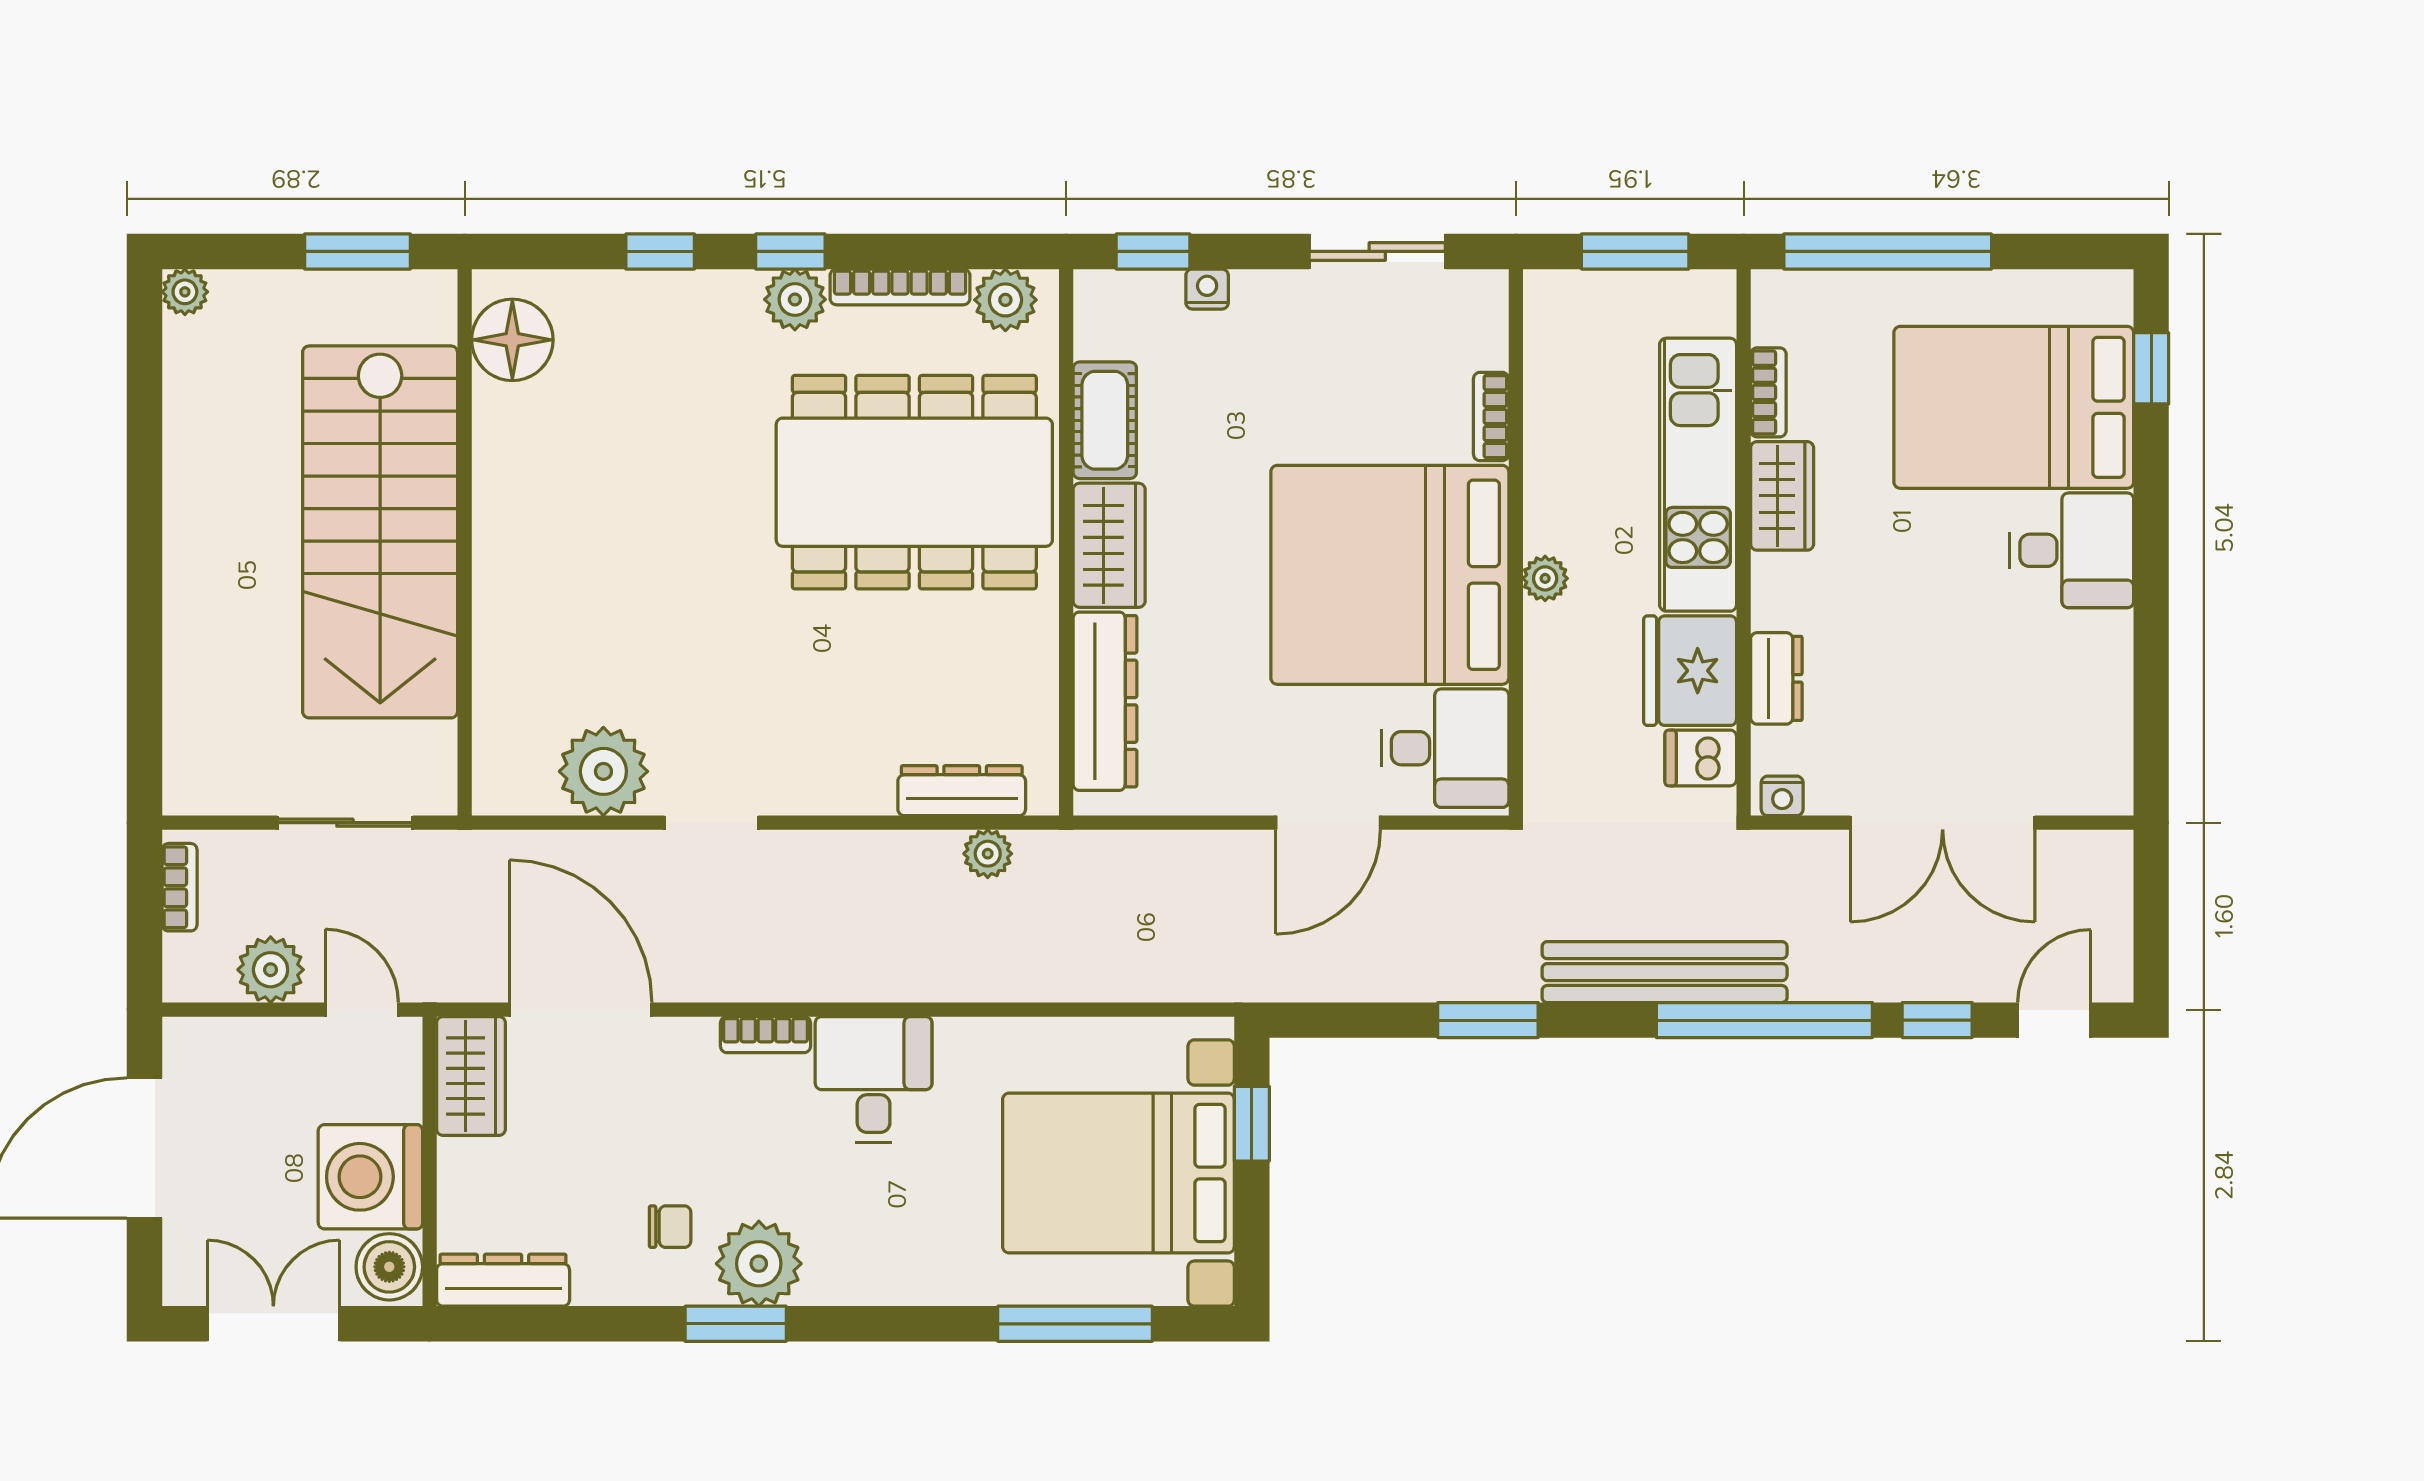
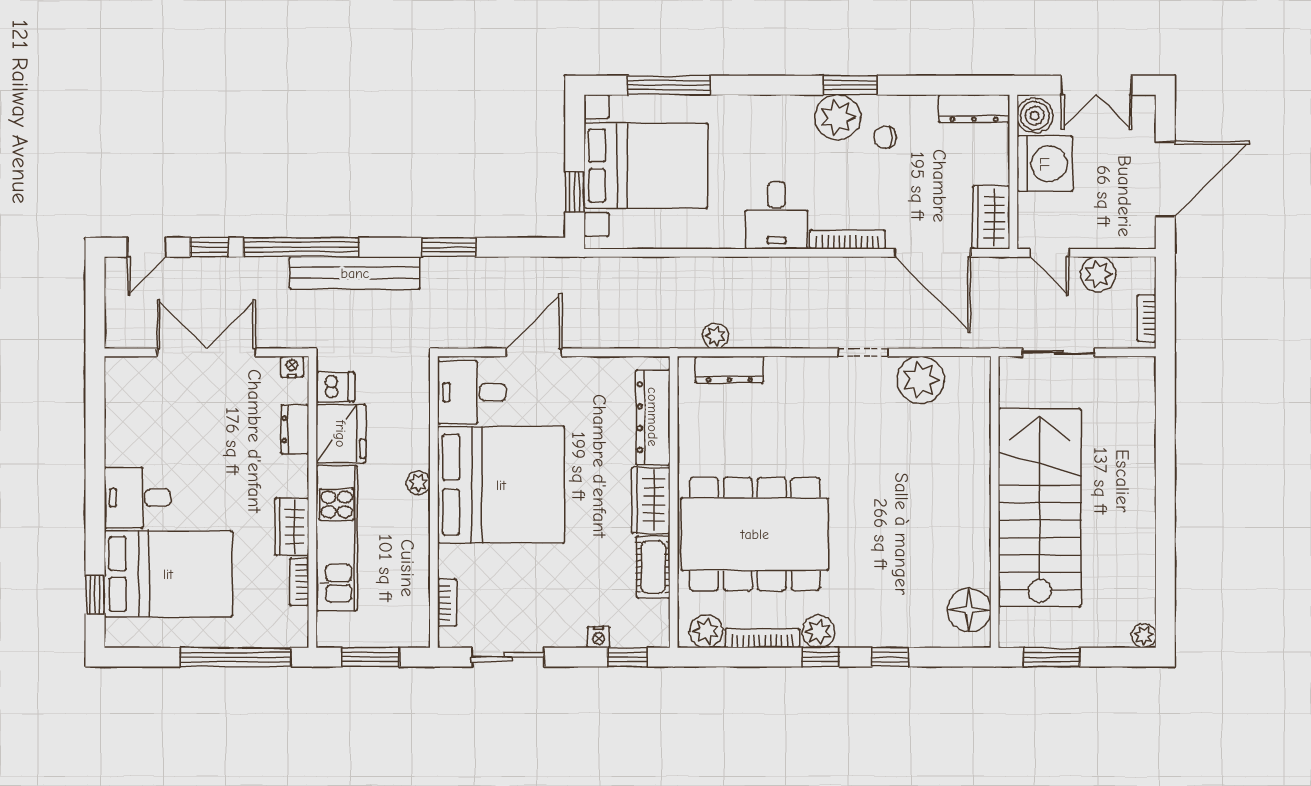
bookcase: (1491, 417) -> (447, 603), moved
bookcase: (765, 1035) -> (848, 239), width x1.56

